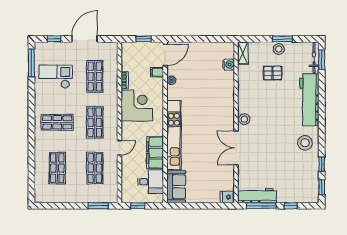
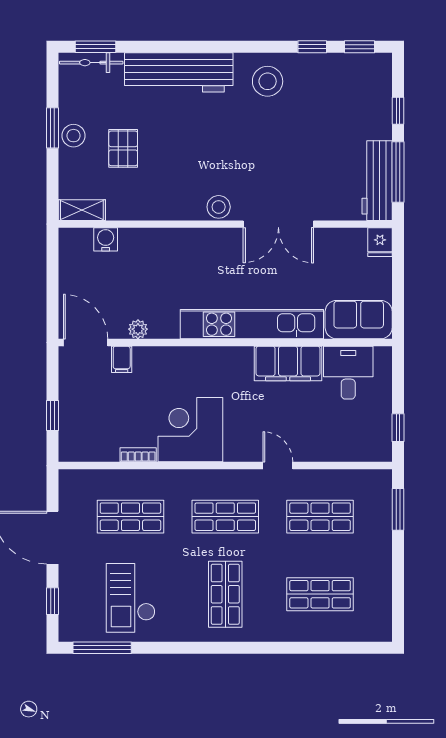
door: (165, 55) -> (86, 342), moved
filing cabinet: (157, 72) -> (122, 359), moved
plant: (172, 80) -> (138, 329), moved
wall: (165, 122) -> (225, 342), moved
kitchen unit: (174, 135) -> (252, 324), moved
filing cabinet: (155, 153) -> (288, 363), moved
desk: (151, 182) -> (348, 373), moved
sofa: (176, 187) -> (359, 320), moved

